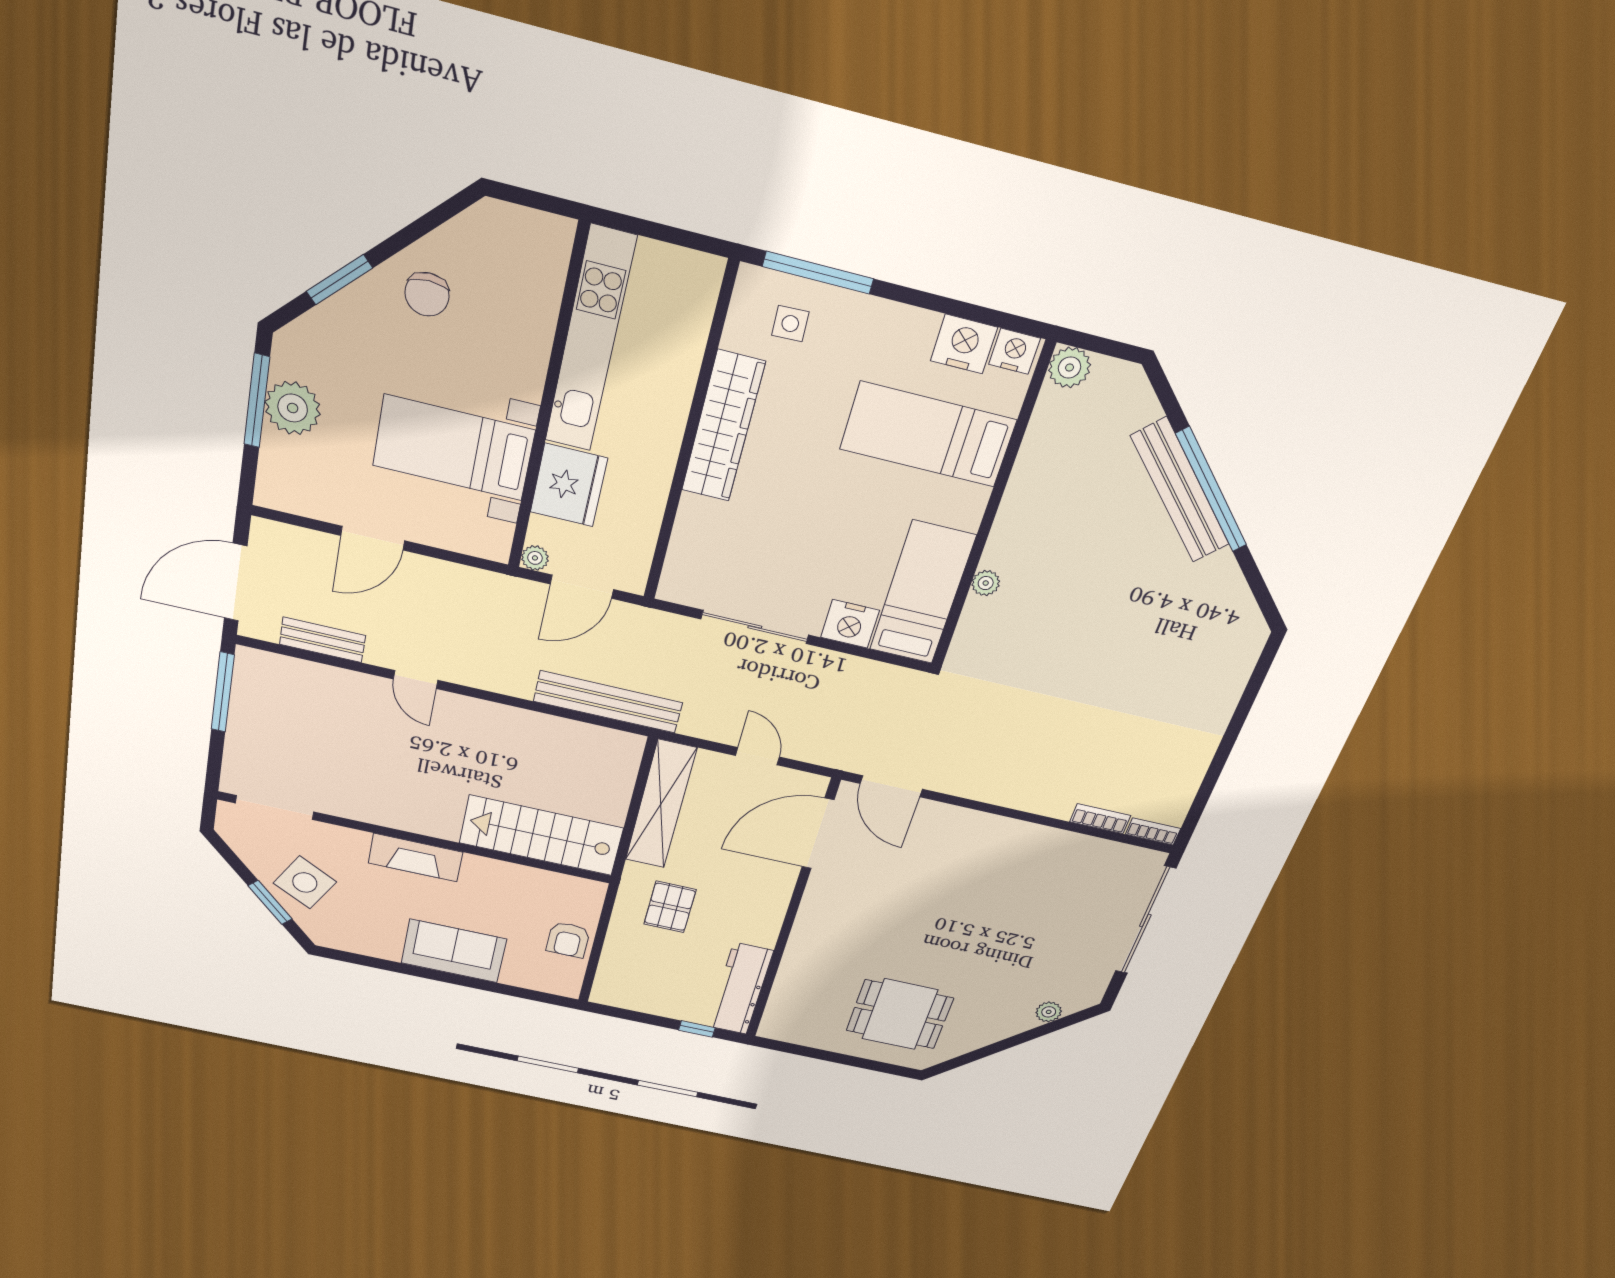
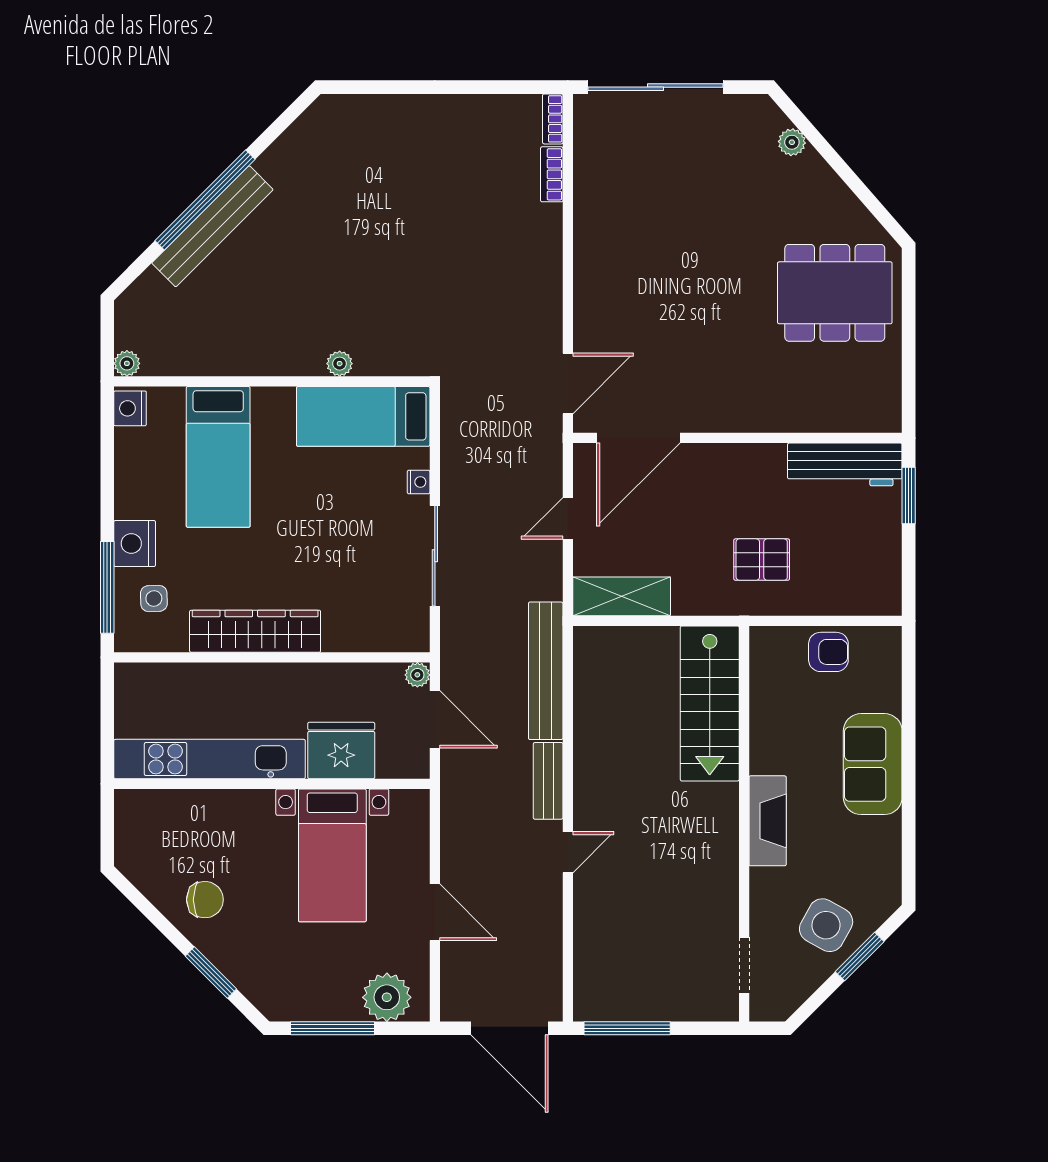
nightstand: (964, 344) -> (135, 543), moved
plant: (1070, 368) -> (127, 363), width x0.73, depth x0.73
plant: (293, 408) -> (387, 997), moved
plant: (535, 558) -> (417, 675), moved
nightstand: (850, 624) -> (419, 482), width x0.53, depth x0.56
bench: (322, 640) -> (548, 781), moved
shelving: (661, 804) -> (622, 596), width x0.68
doorway: (275, 808) -> (744, 965), width x0.73
door: (818, 834) -> (638, 438), hinge flipped
dining table: (900, 1014) -> (835, 293), width x1.38
window: (697, 1029) -> (909, 495), width x1.50

